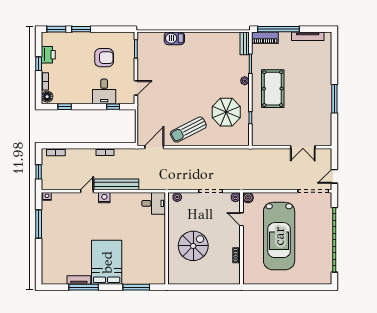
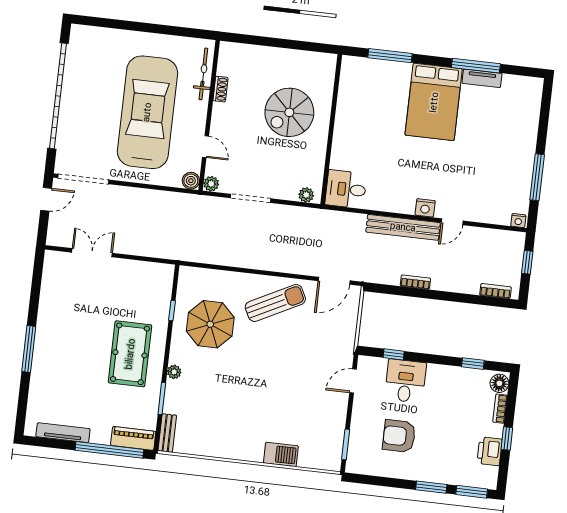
window: (334, 99) -> (29, 349), moved
bicycle: (248, 263) -> (203, 74), added

